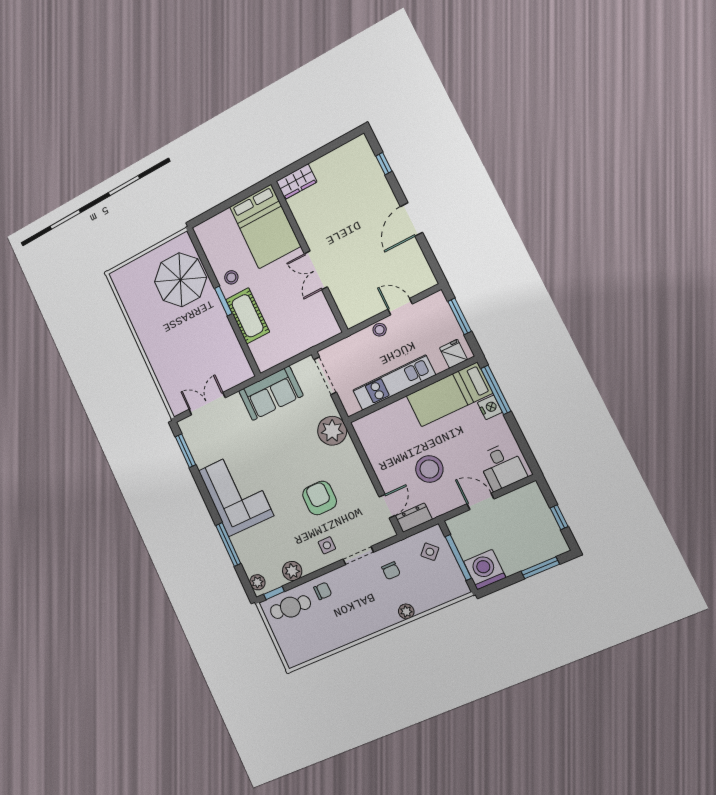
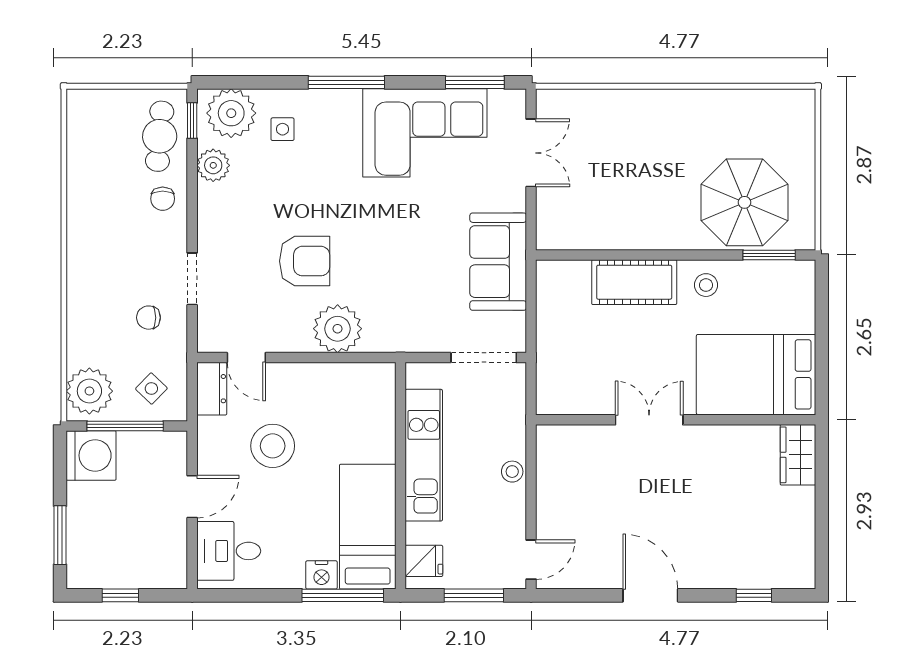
window: (223, 301) -> (769, 255), moved
door: (400, 307) -> (531, 560), moved
plant: (332, 431) -> (338, 329), moved
corner sofa: (236, 493) -> (425, 133), moved
window: (228, 544) -> (346, 82), moved
side table: (327, 545) -> (283, 129), moved
plant: (257, 582) -> (231, 113), width x1.87, depth x1.87
plant: (406, 611) -> (89, 391), moved, width x1.87, depth x1.87

